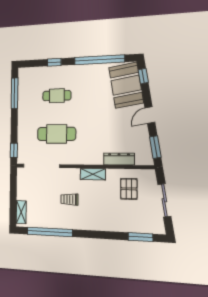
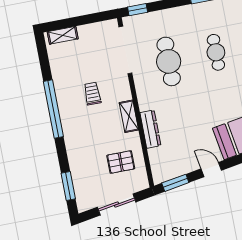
dresser: (119, 159) -> (150, 129), moved
window: (50, 232) -> (53, 109), moved

